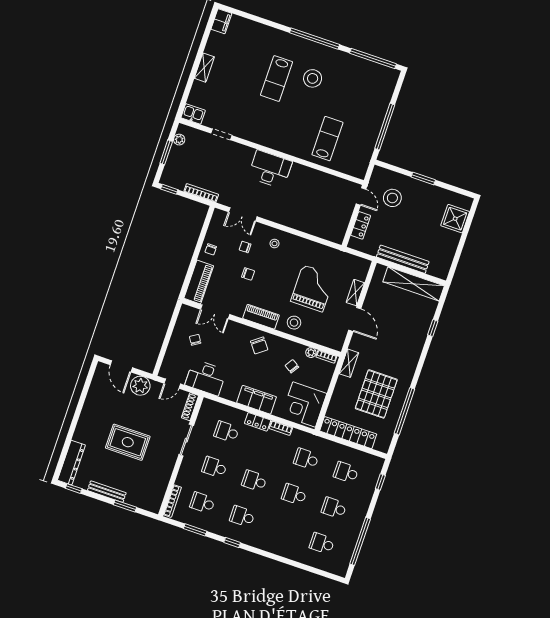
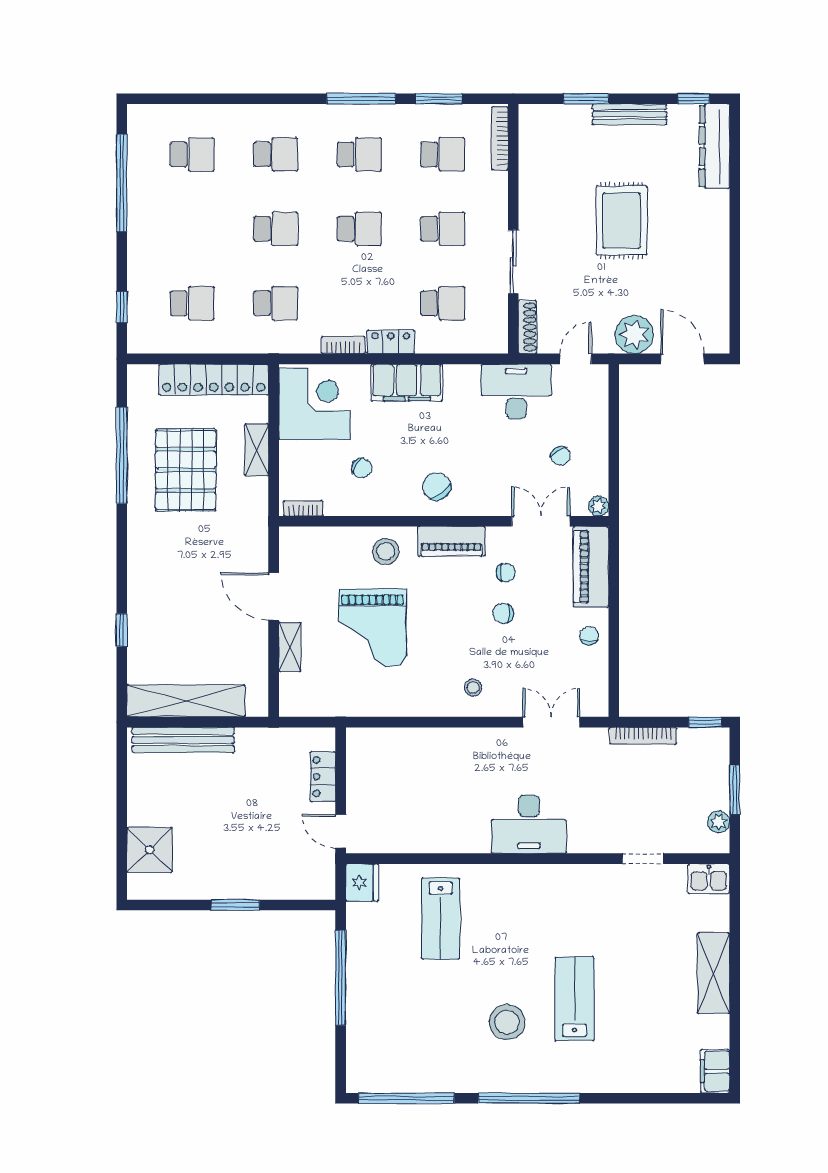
shelving: (204, 68) -> (713, 973), width x1.50, depth x1.33
fridge: (359, 169) -> (362, 883), added
stool: (392, 198) -> (281, 849), removed
chair: (245, 247) -> (506, 573), moved
bench: (403, 259) -> (183, 740), moved
plant: (311, 353) -> (599, 506), moved
shelving: (349, 363) -> (257, 450), moved
rug: (128, 442) -> (622, 221), turned 90
school desk: (334, 508) -> (276, 154), moved
window: (232, 543) -> (361, 99), width x2.17

